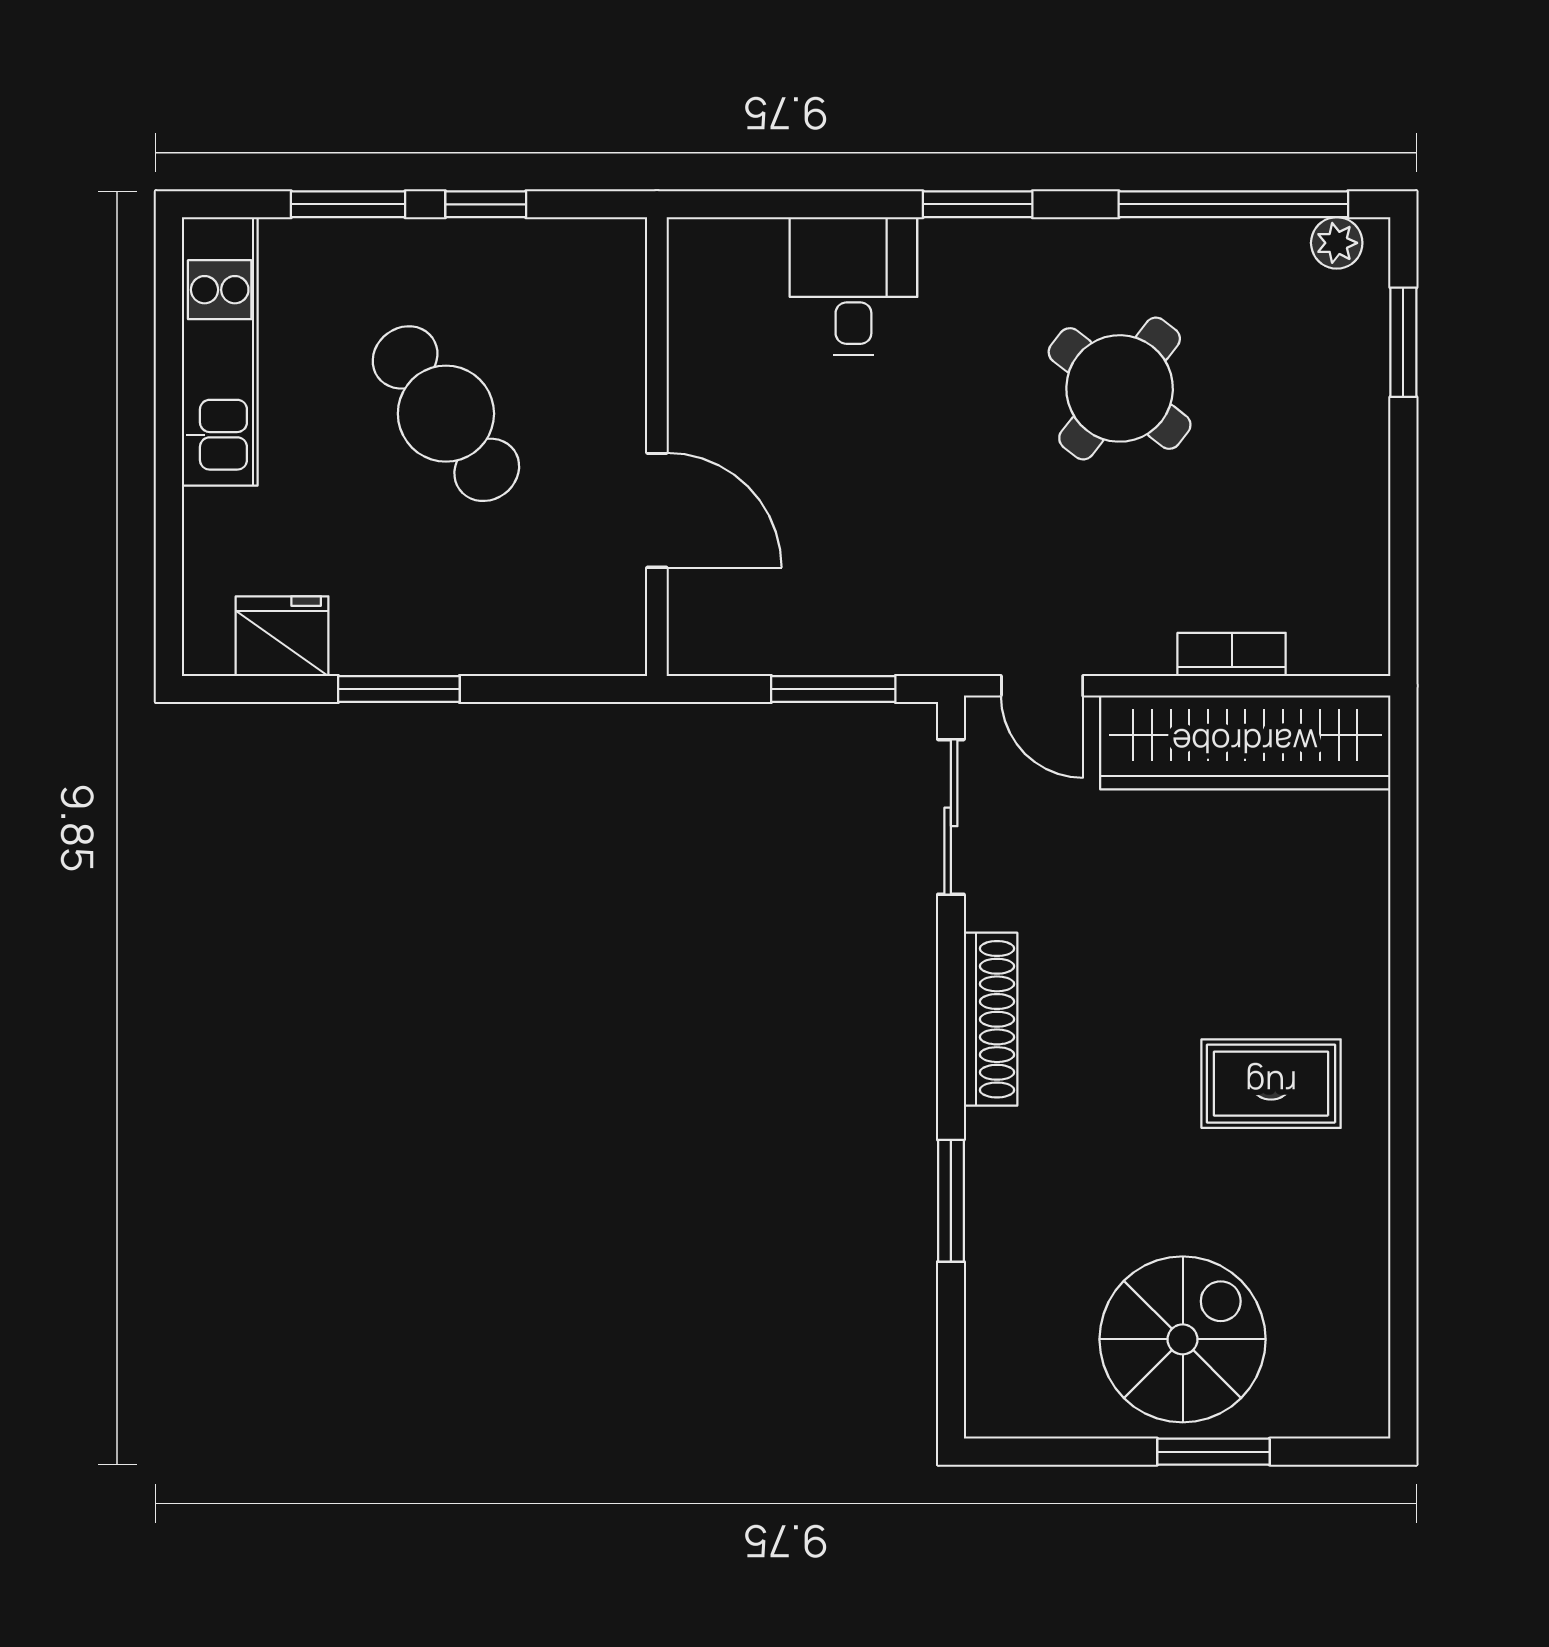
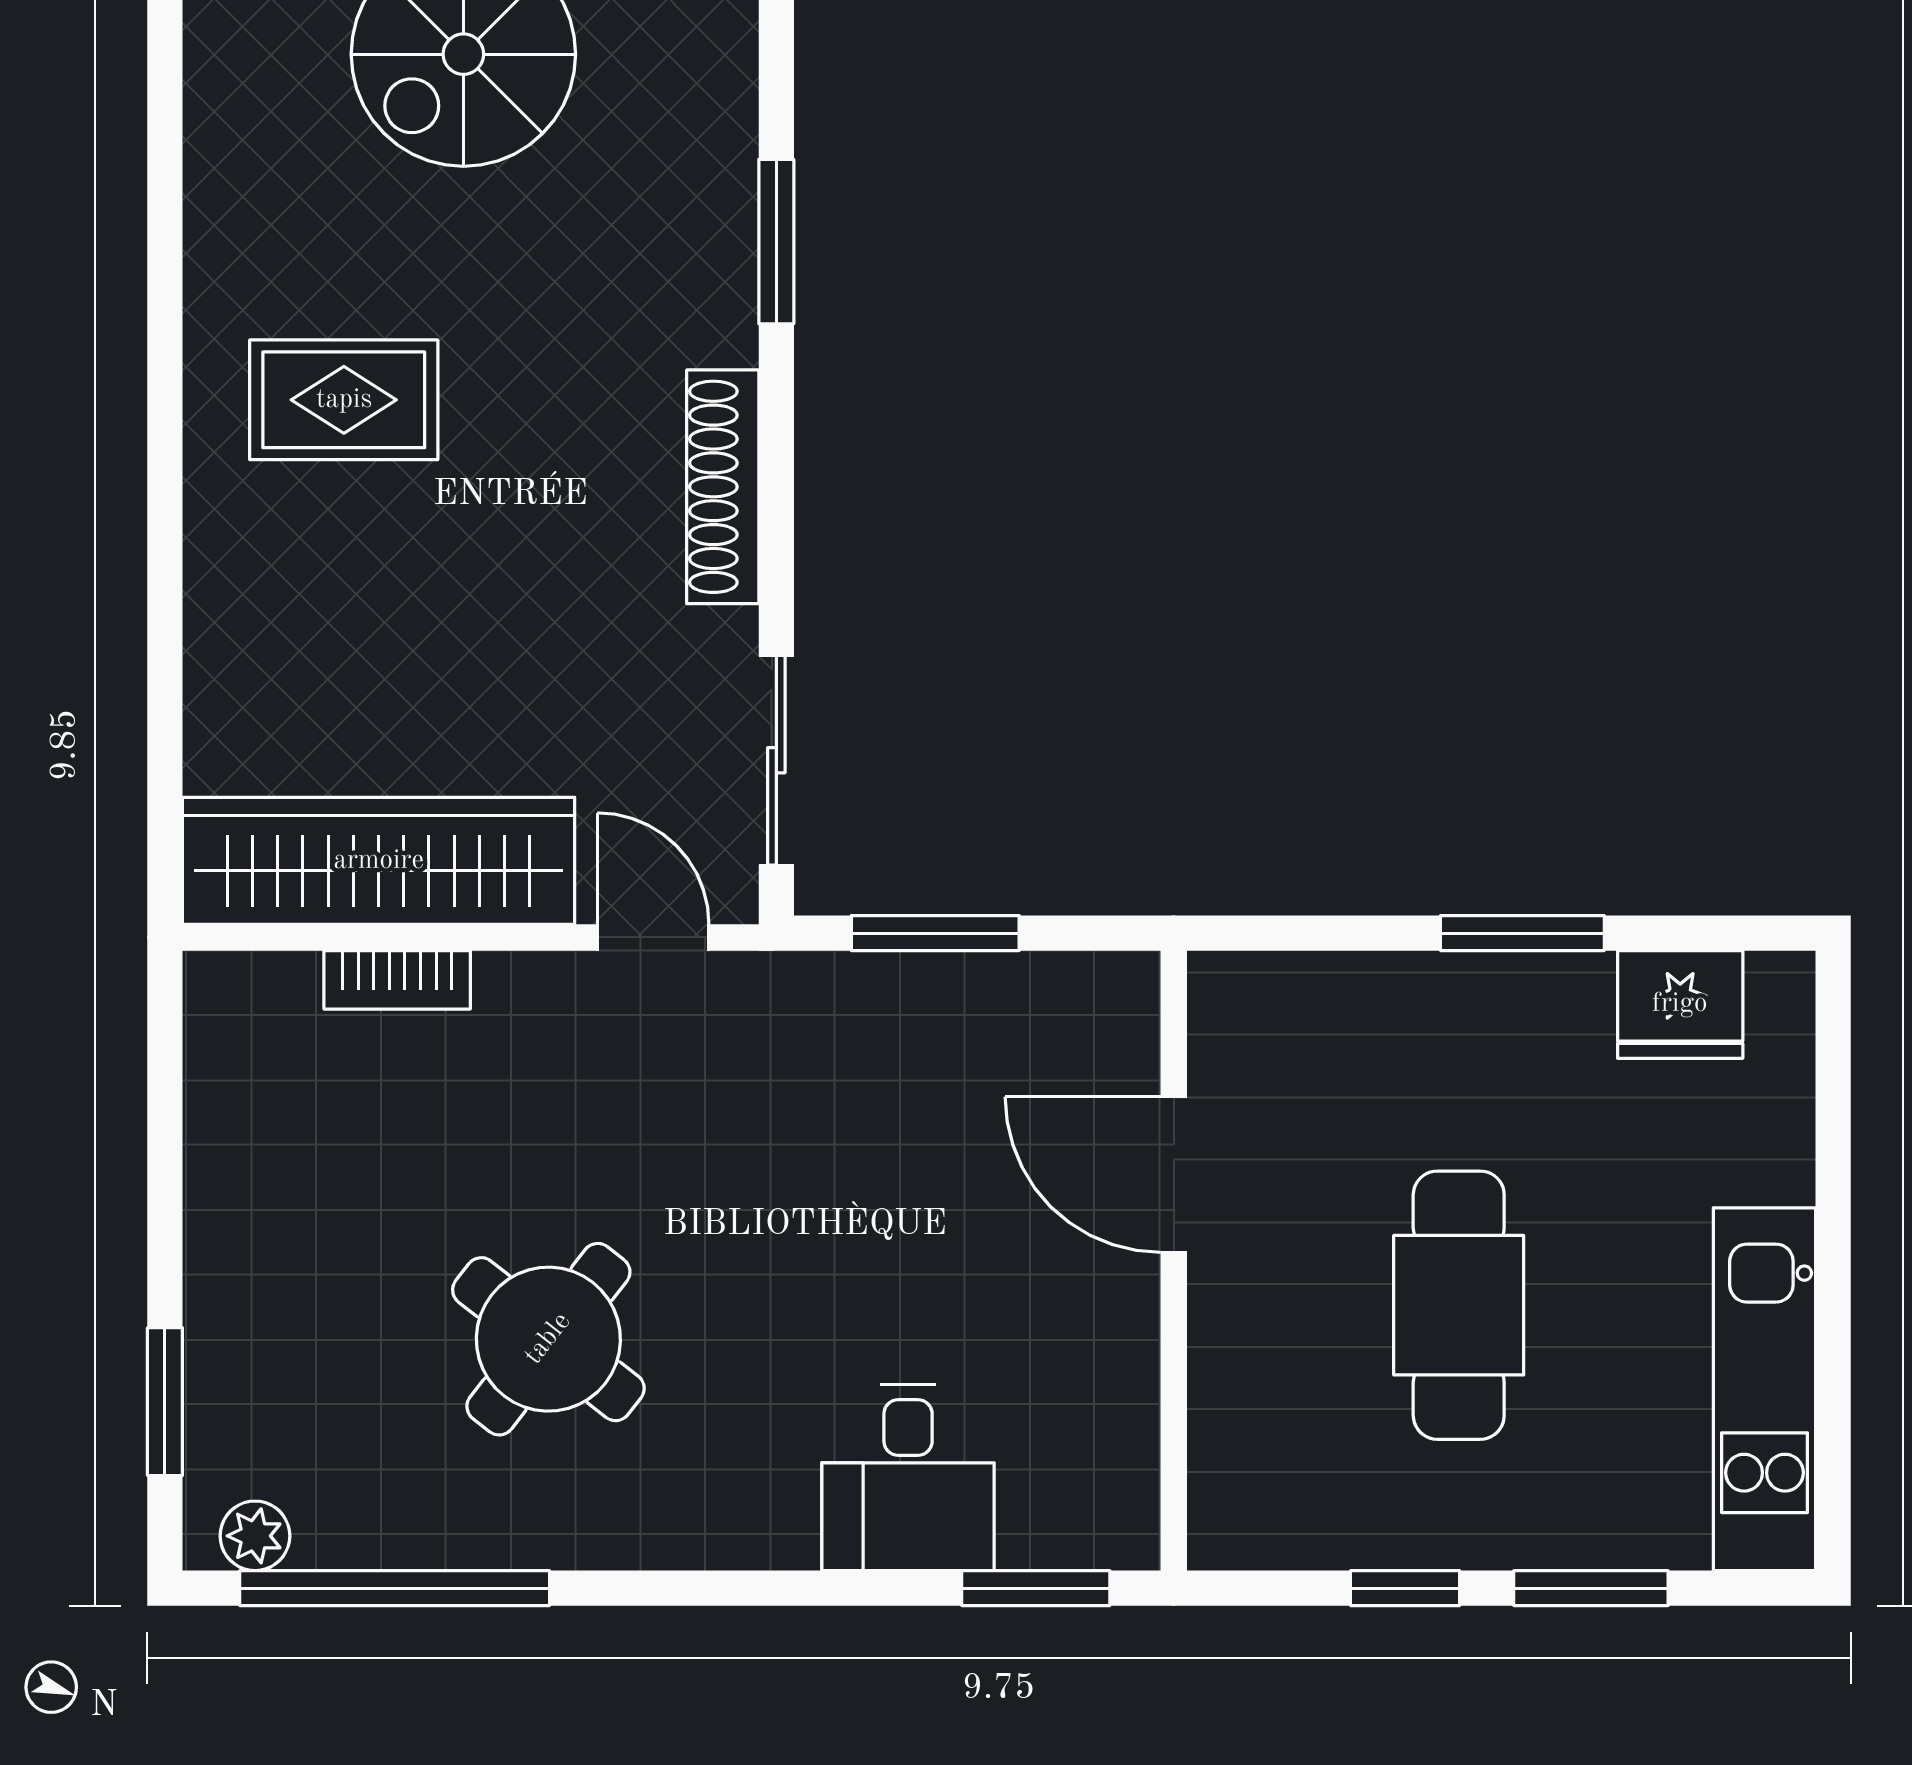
window: (978, 204) -> (1036, 1588), moved
cafe table: (446, 414) -> (1459, 1305), turned 36

